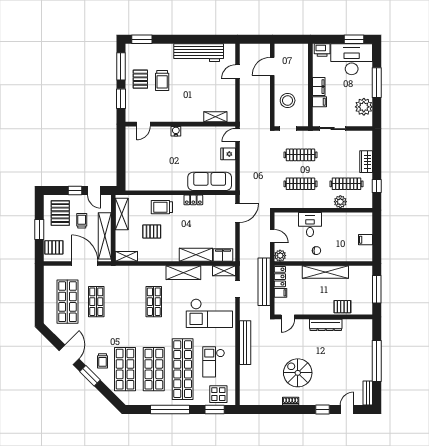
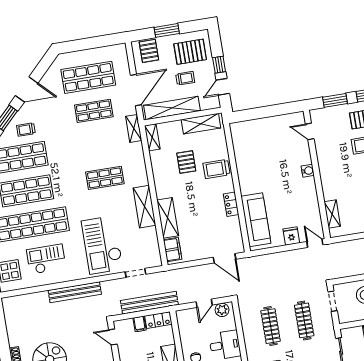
trolley: (162, 207) -> (217, 169), turned -90
plant: (280, 256) -> (222, 310), moved
shelving: (224, 271) -> (134, 128), moved

